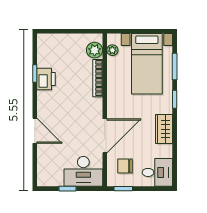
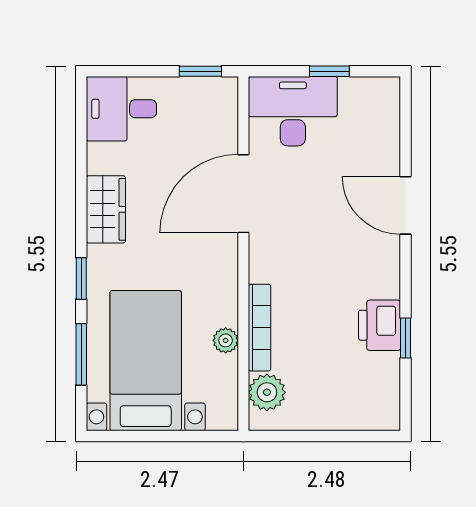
plant: (112, 50) -> (226, 340), moved
chair: (125, 166) -> (196, 124), removed

